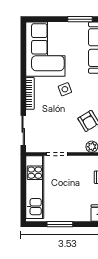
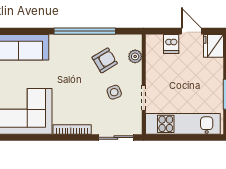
side table: (65, 89) -> (114, 92), moved

